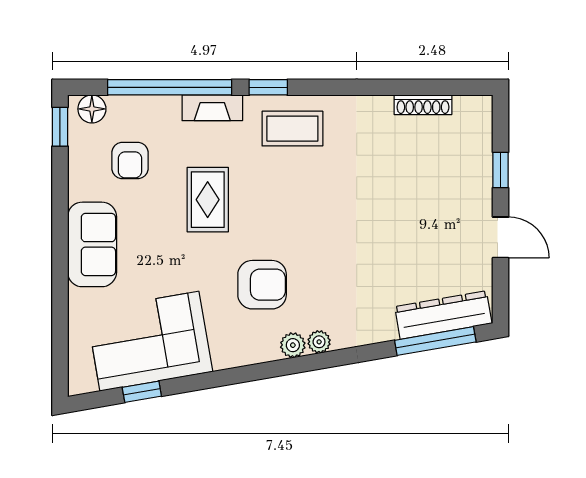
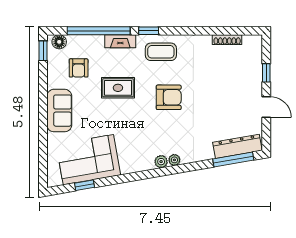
rug: (208, 200) -> (118, 88), turned 90
armchair: (262, 285) -> (169, 97), moved

